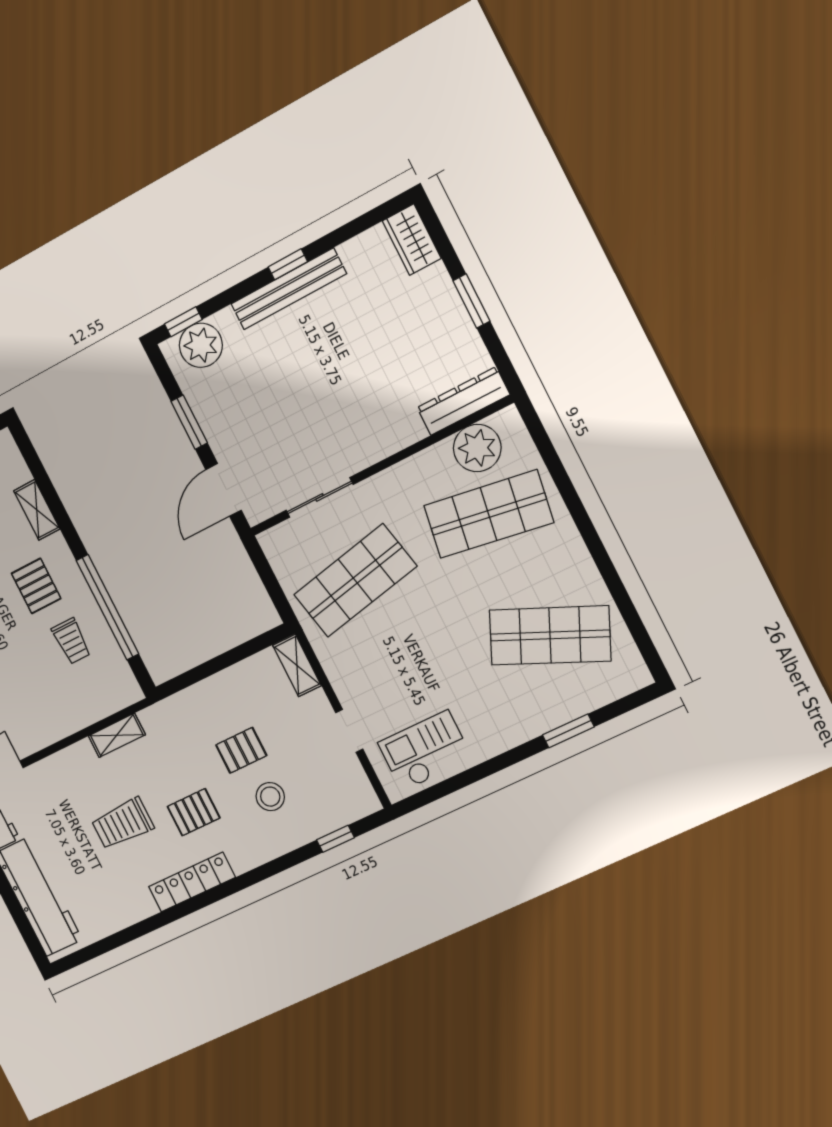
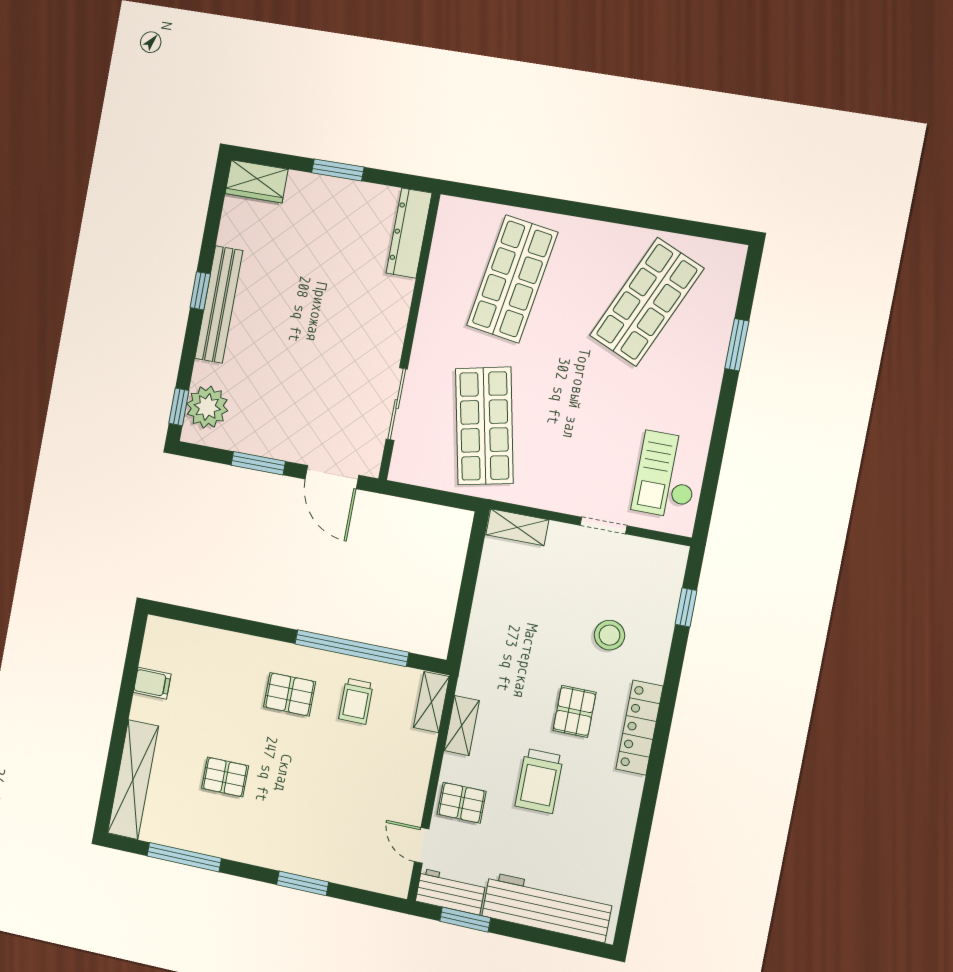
plant: (477, 448) -> (454, 249), removed
shelving: (37, 510) -> (431, 702), moved, turned 90
trolley: (71, 641) -> (356, 701), turned 90
pallet: (241, 750) -> (462, 803), moved, turned 90
locker: (192, 882) -> (639, 728), moved

